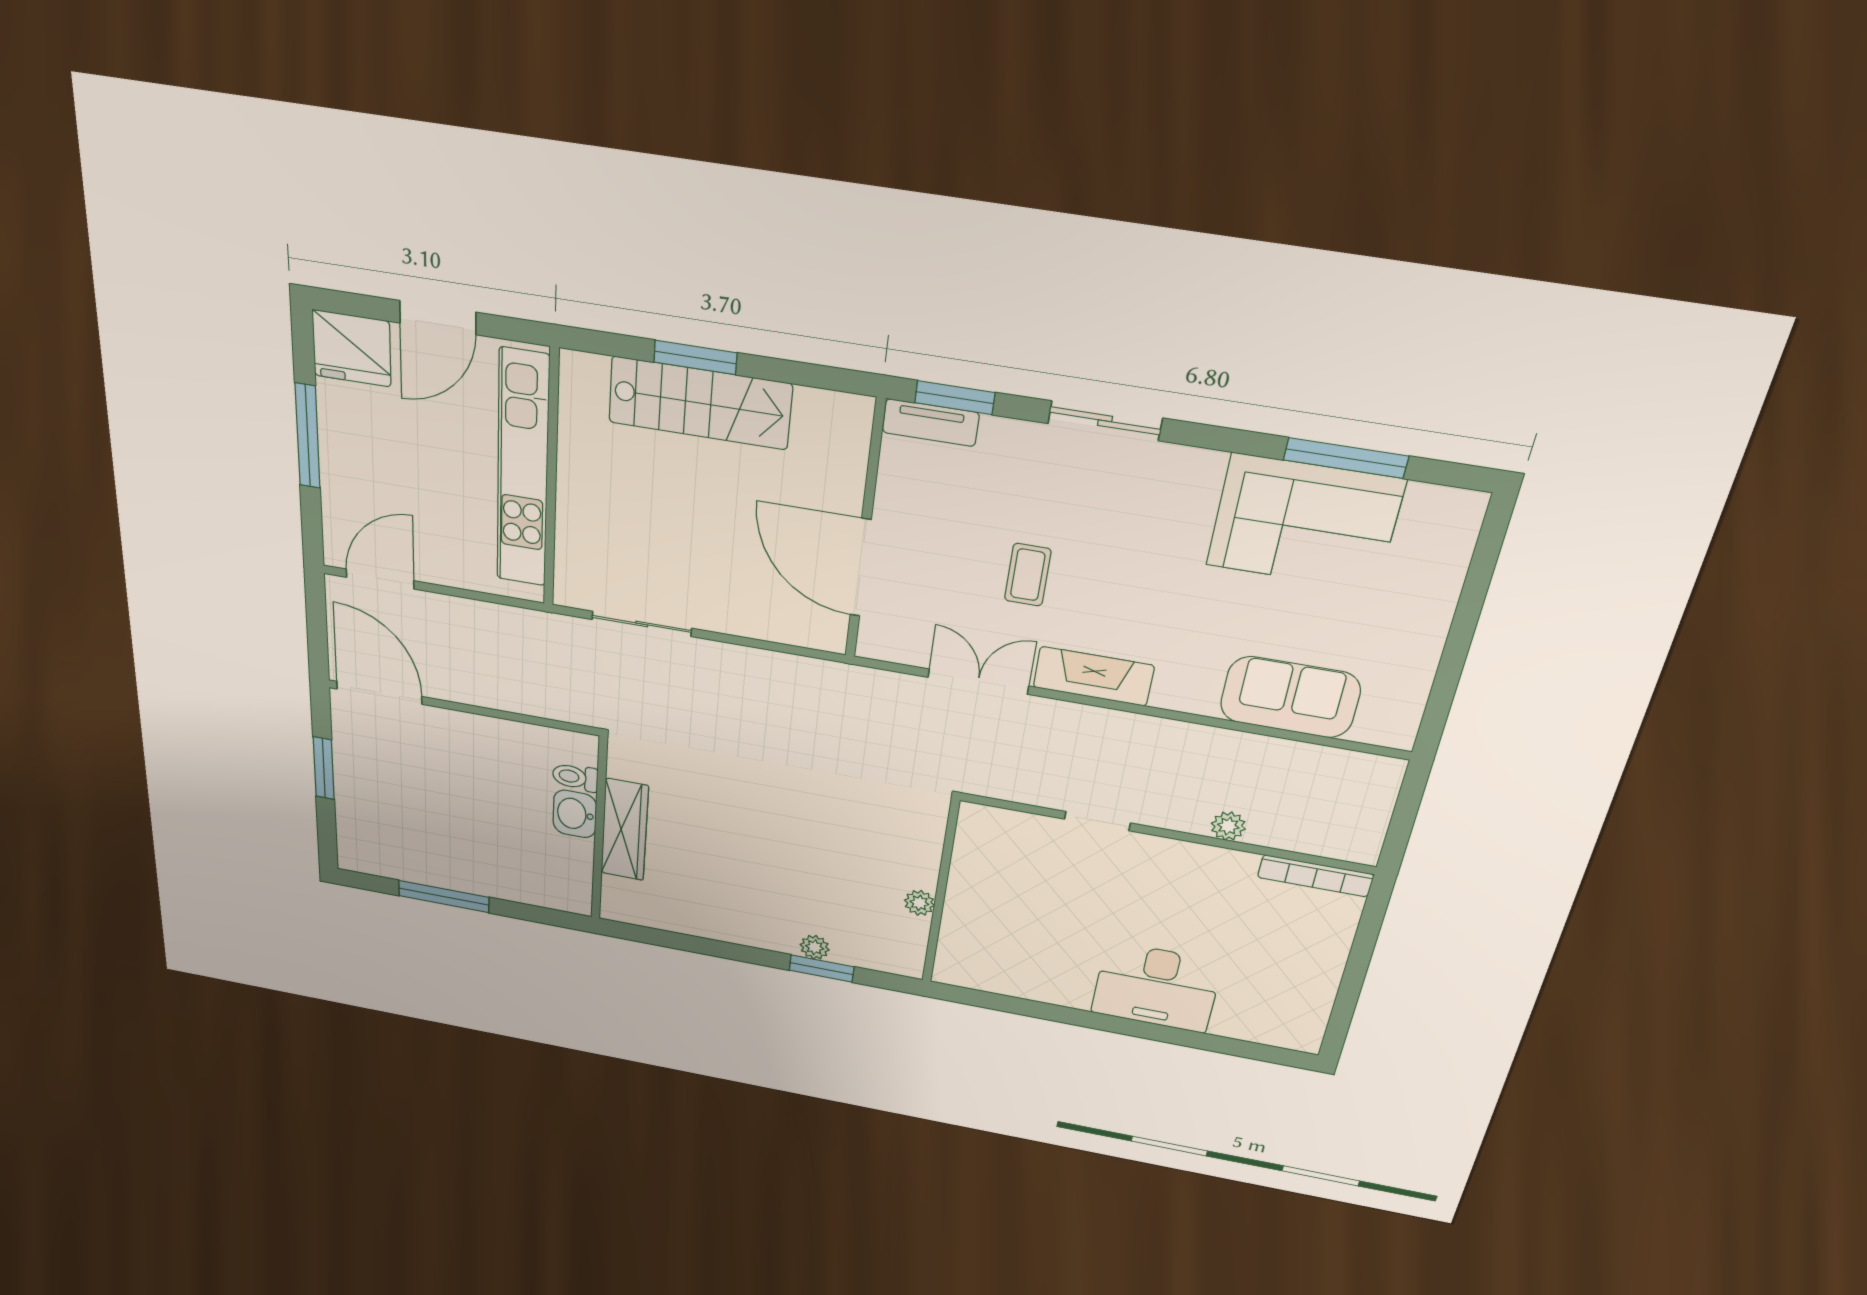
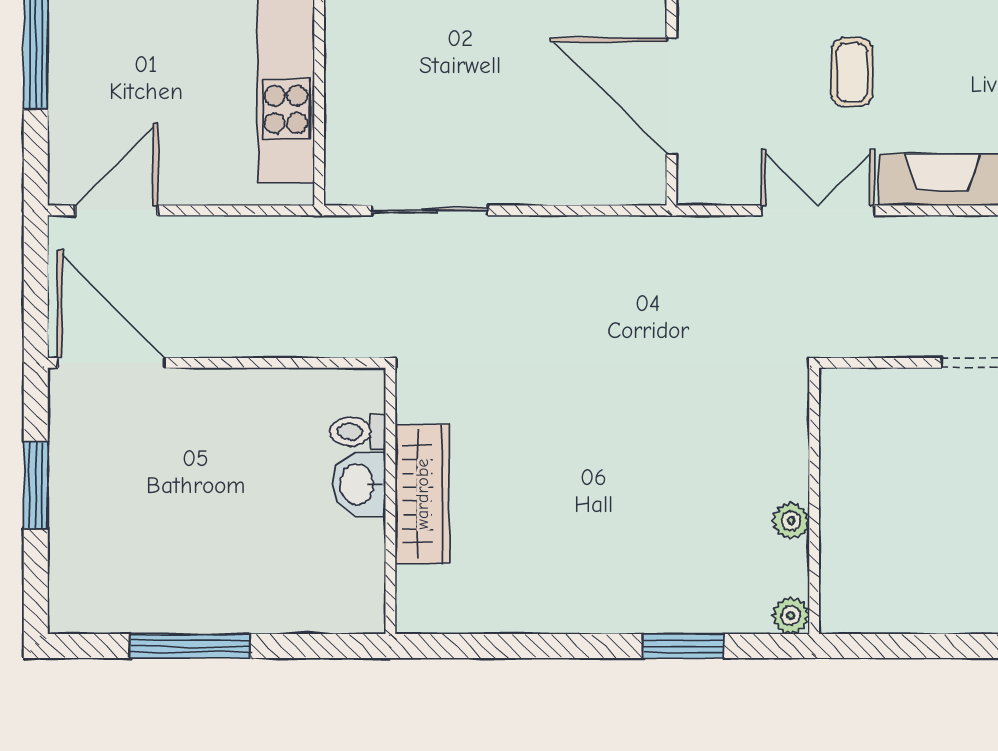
plant: (815, 947) -> (791, 616), moved

